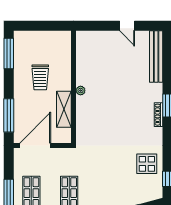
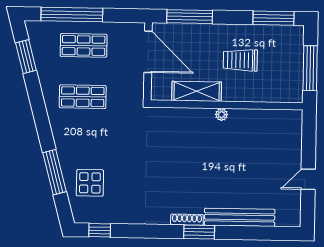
window: (45, 26) -> (310, 68), added
bench: (156, 57) -> (240, 217), moved
display table: (147, 164) -> (90, 183), moved

